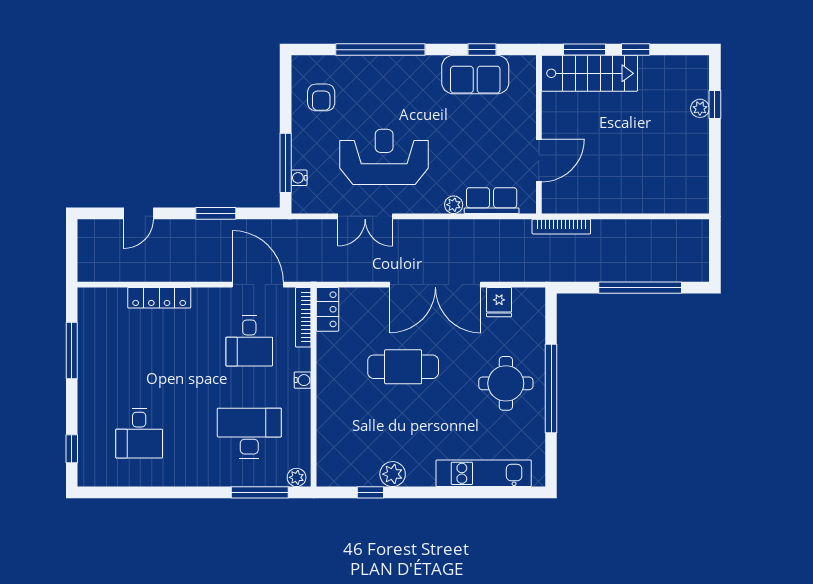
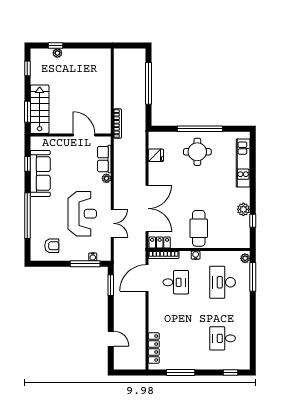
window: (636, 50) -> (27, 68), moved
sofa: (475, 75) -> (40, 173), width x1.36
reception desk: (384, 157) -> (82, 214), turned 180
window: (216, 213) -> (111, 285), moved
double door: (435, 285) -> (147, 208), moved
locker: (159, 298) -> (154, 348), moved
cafe table: (403, 367) -> (199, 228), moved
desk: (139, 433) -> (223, 338), turned 180

